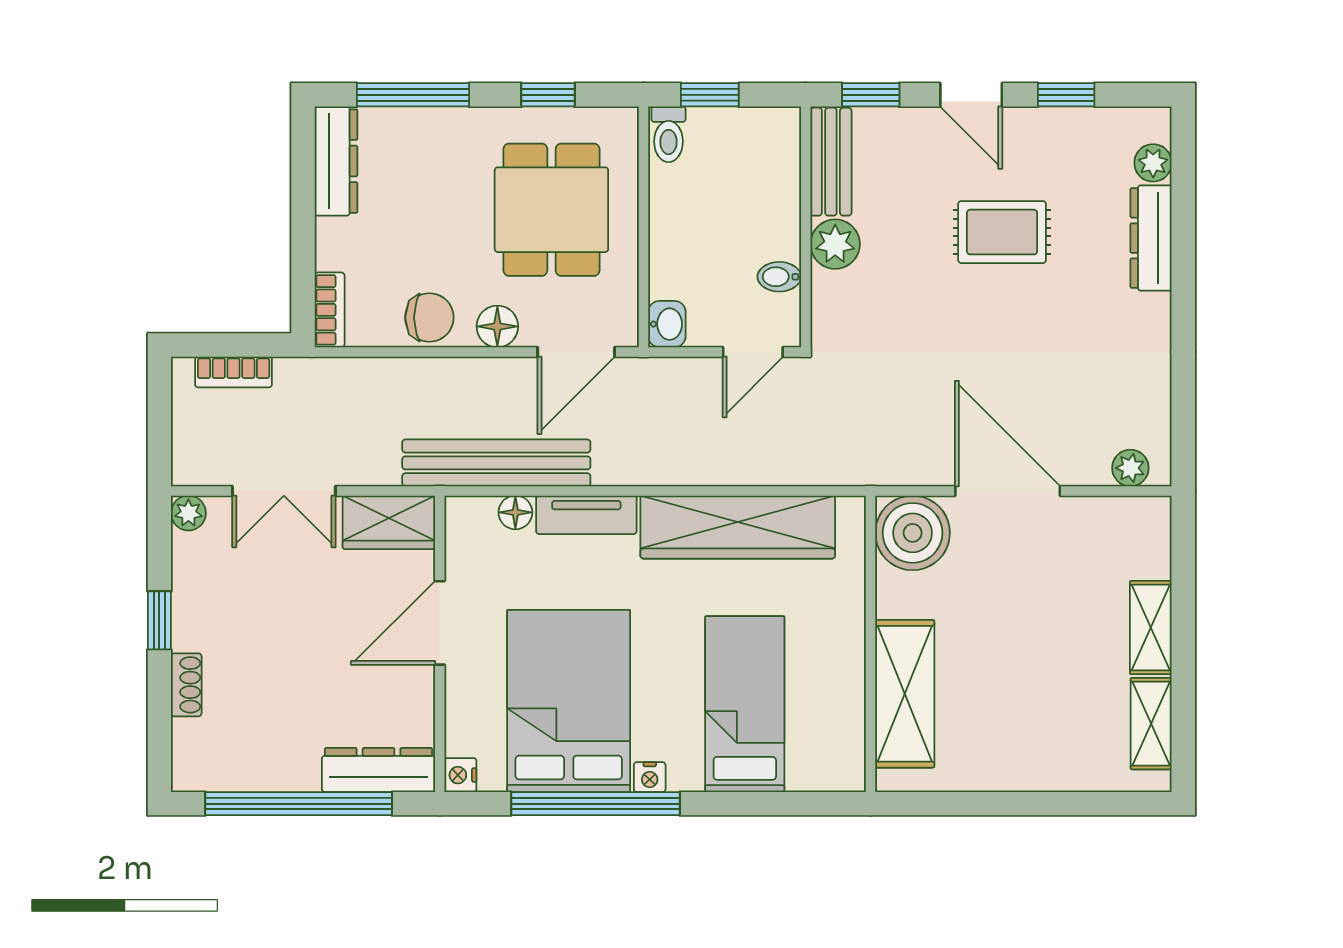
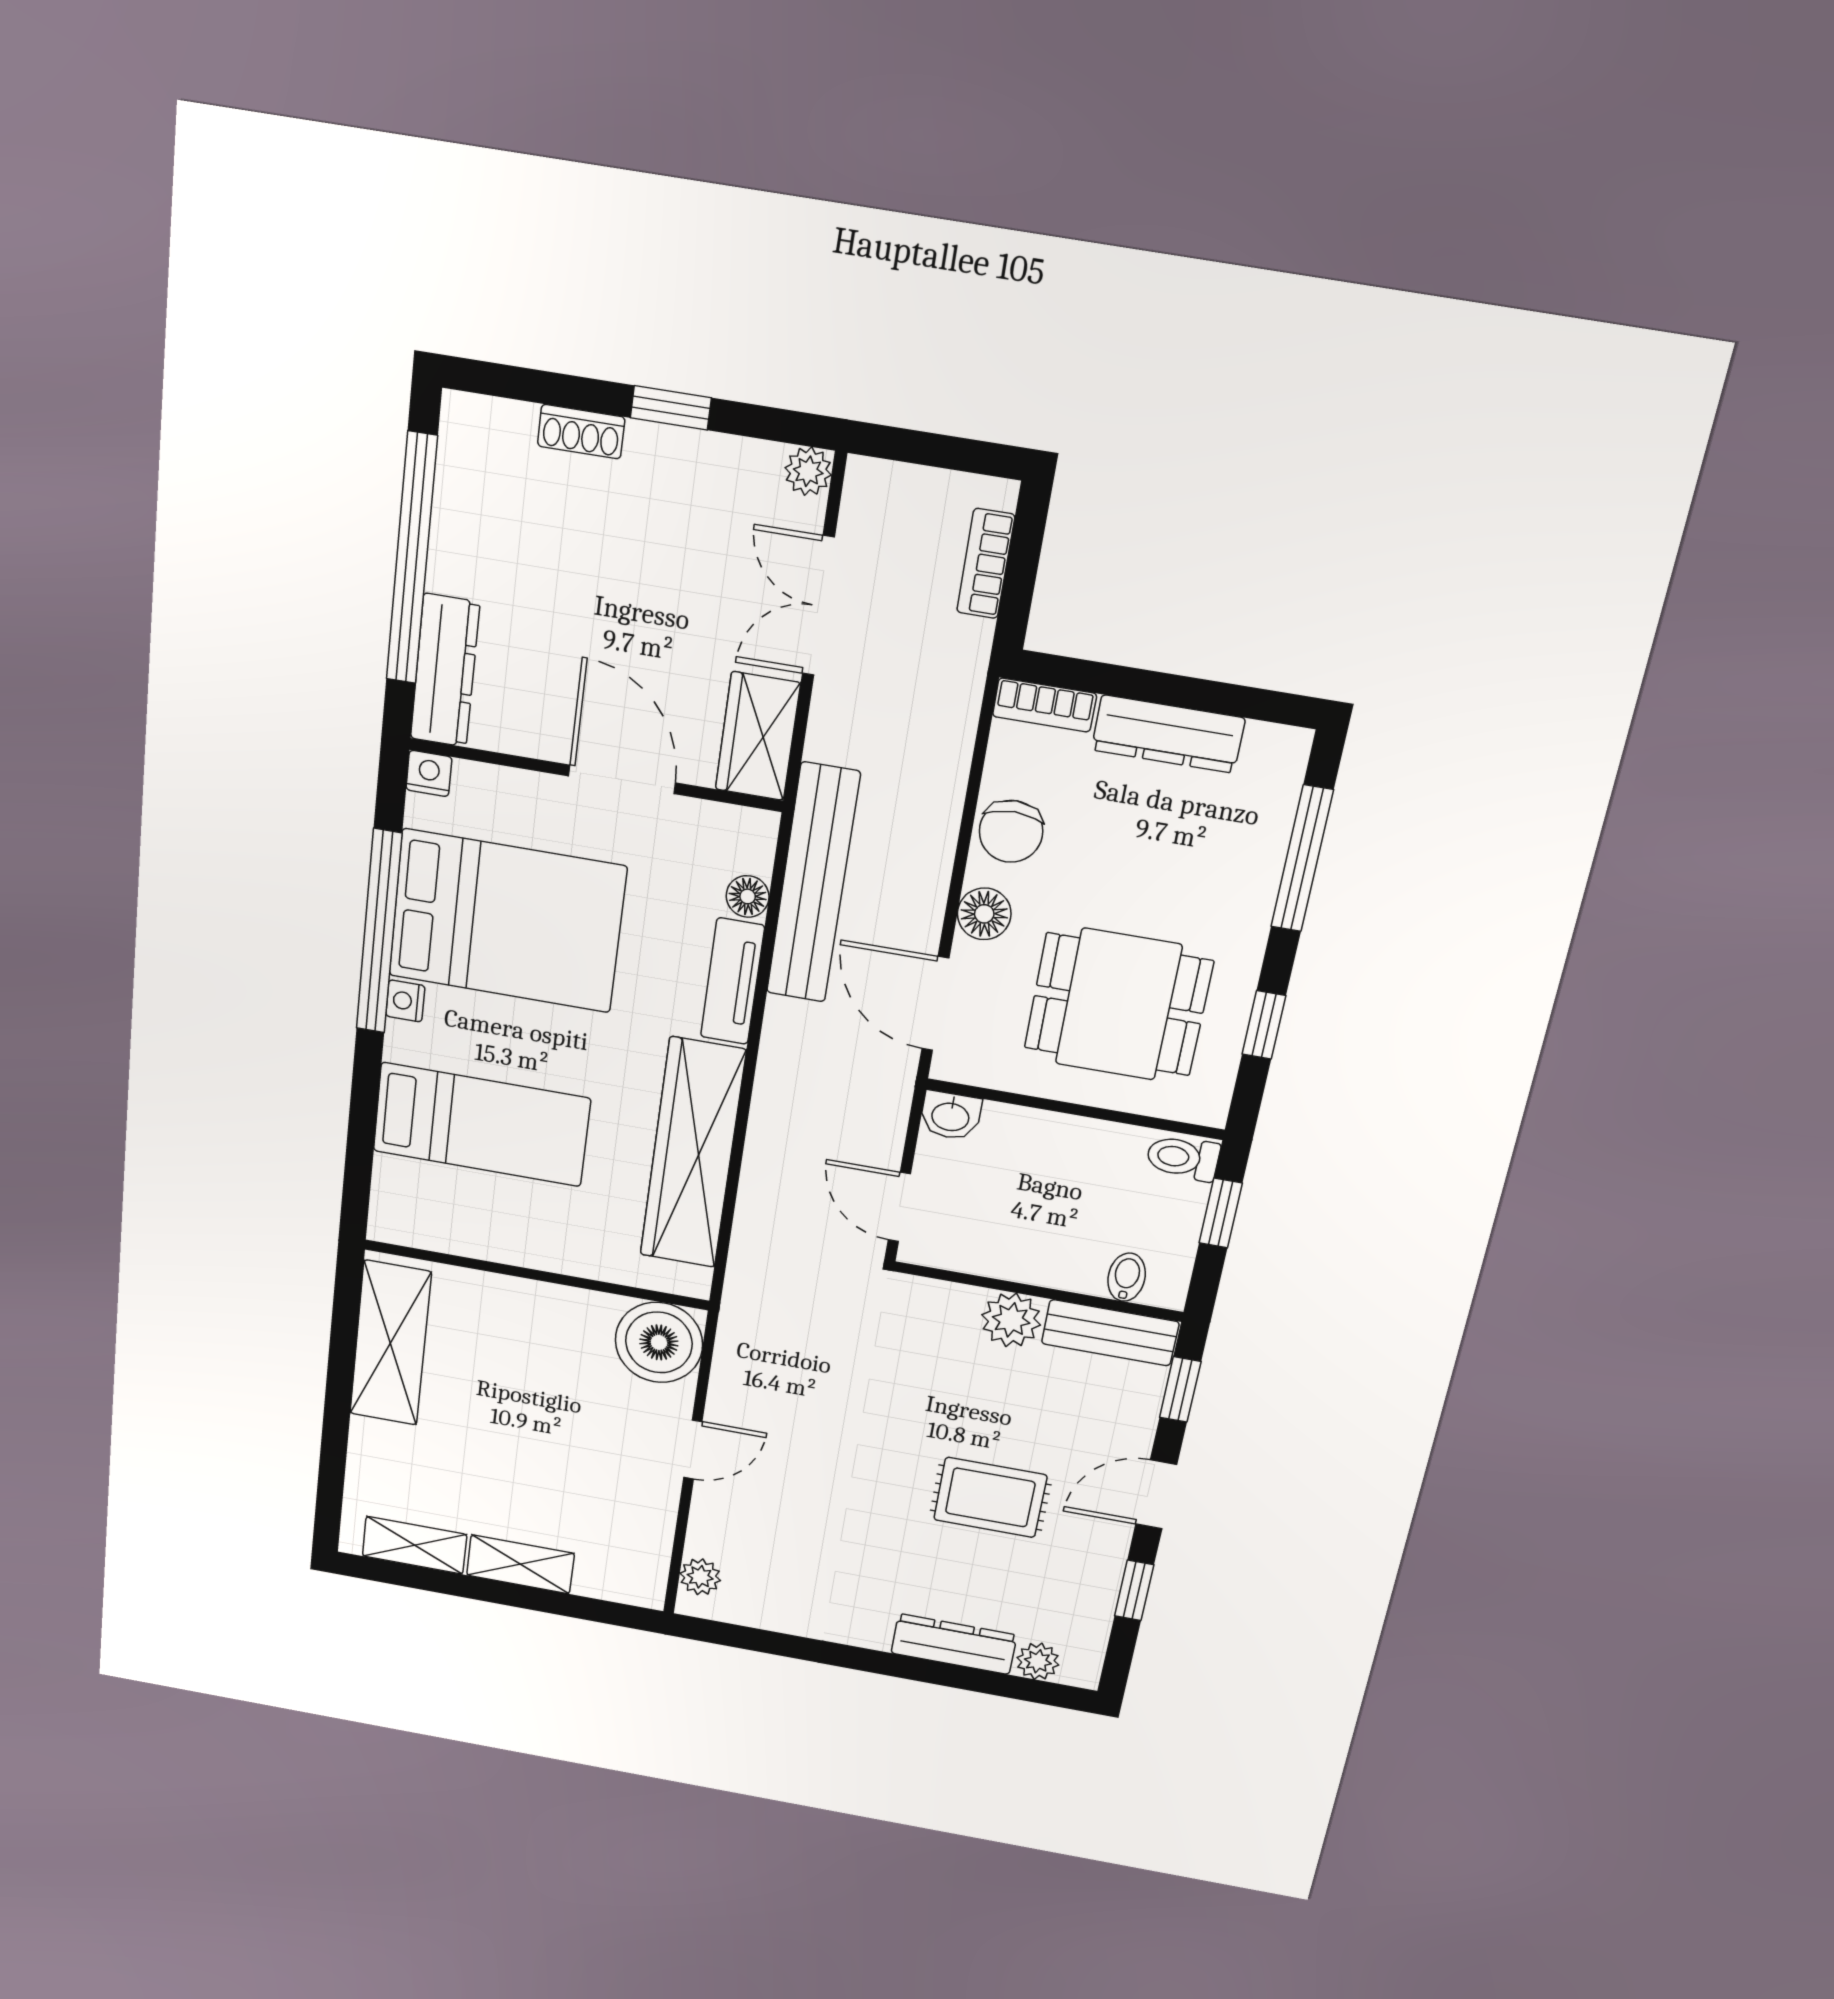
dresser: (336, 161) -> (1168, 734), moved
rug: (1002, 232) -> (990, 1497), turned 90
bidet: (779, 277) -> (1127, 1277), moved
door: (1008, 491) -> (693, 1450), width x0.53
shelving: (905, 694) -> (390, 1343), moved, turned 90

